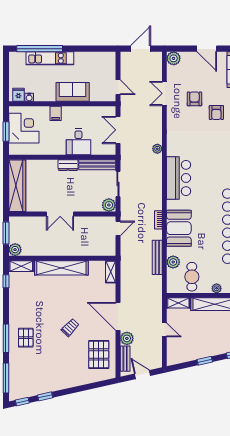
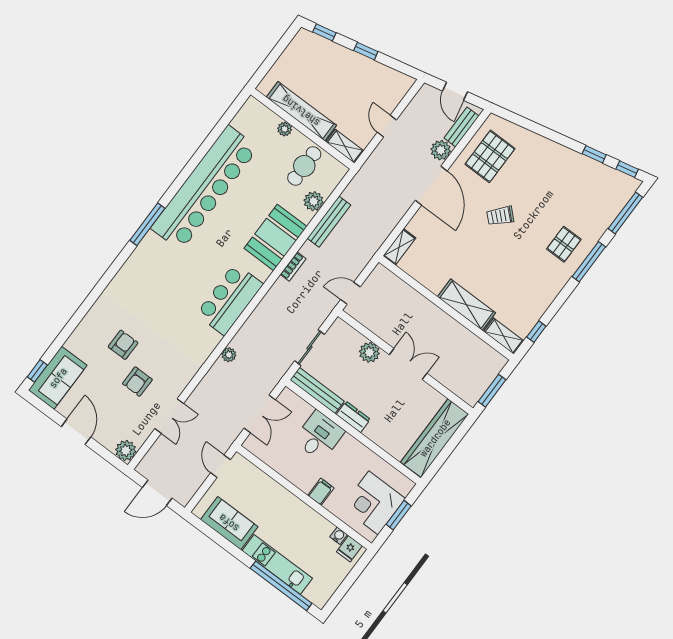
sofa: (73, 92) -> (229, 523), moved, turned 180
plant: (109, 205) -> (369, 352), moved
plant: (15, 250) -> (496, 362), removed
shelving: (61, 268) -> (467, 305), width x0.68

